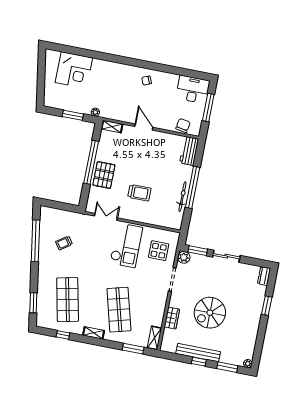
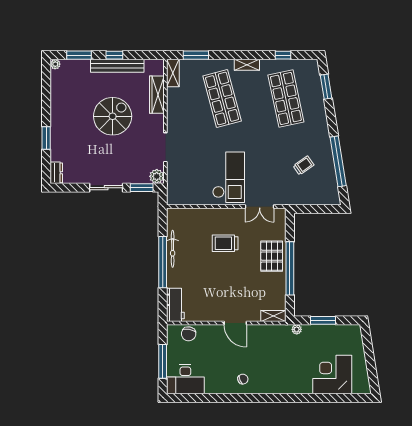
checkout: (126, 245) -> (228, 177), turned 180
display table: (159, 251) -> (188, 178), removed
wardrobe: (172, 318) -> (157, 95), width x1.50

